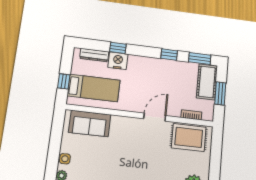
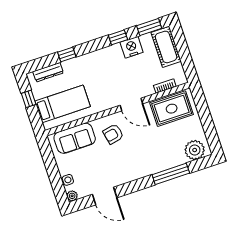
nightstand: (118, 61) -> (132, 47), moved
window: (64, 81) -> (29, 99), moved
window: (220, 94) -> (184, 52), removed
door: (155, 117) -> (131, 104), swing flipped
armchair: (126, 136) -> (113, 134), added

